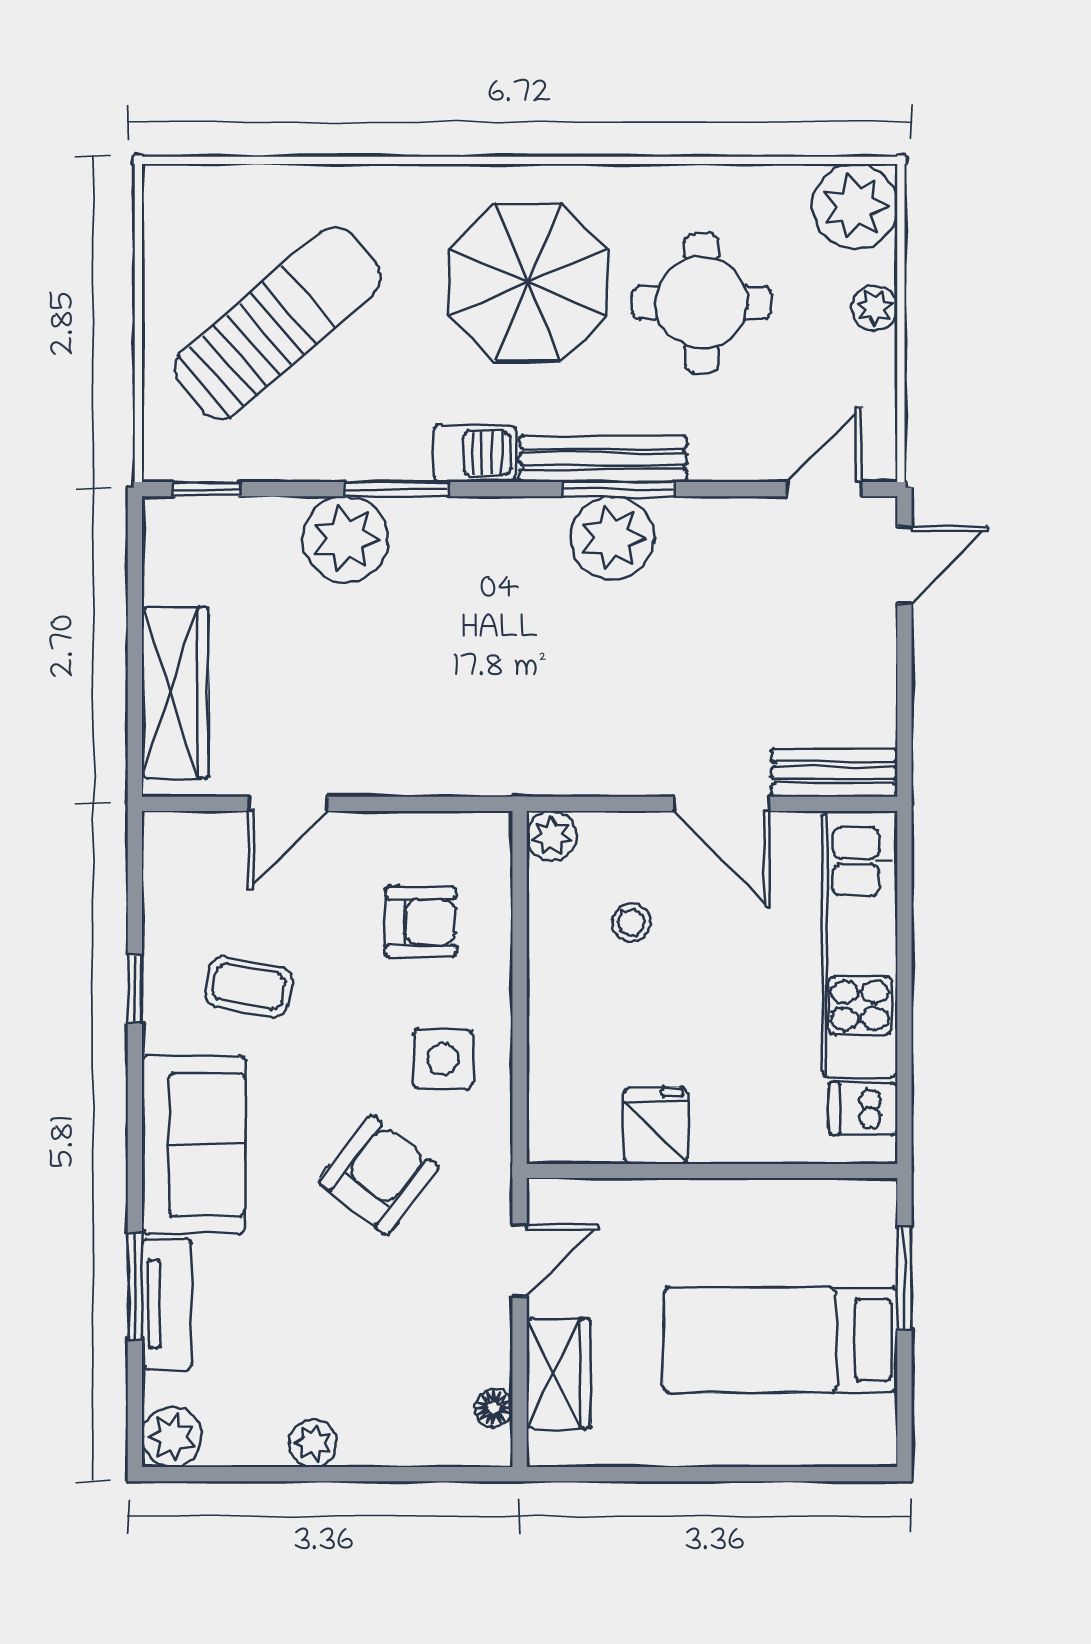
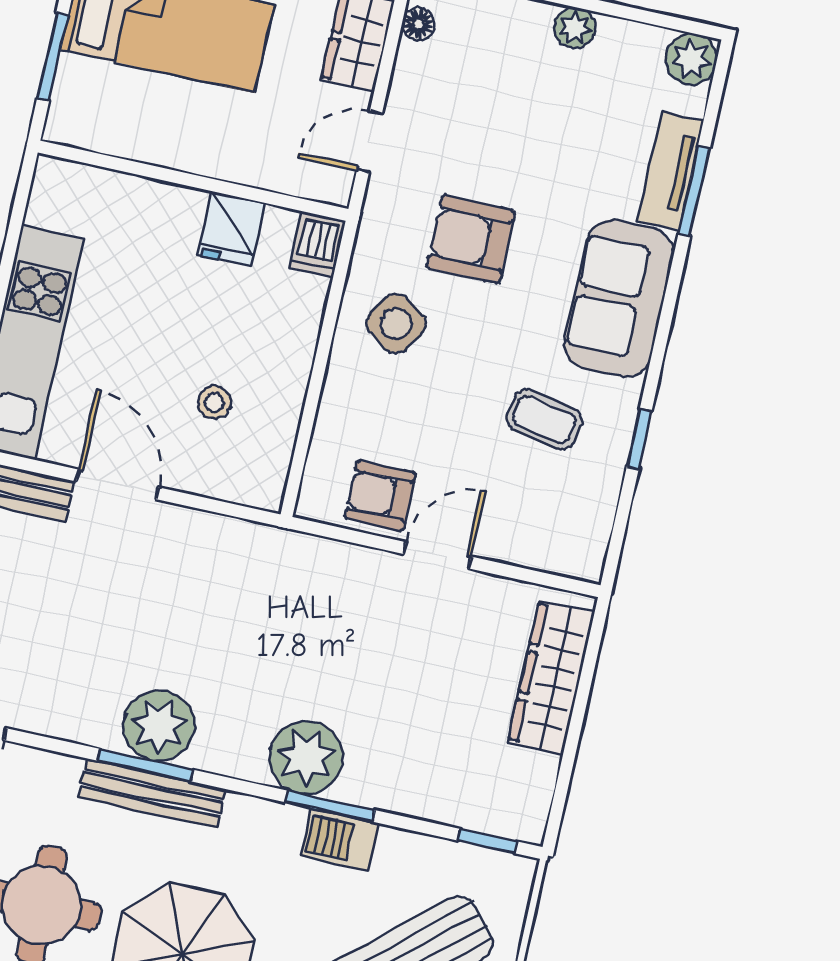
barbecue: (475, 453) -> (340, 840), moved
plant: (345, 539) -> (306, 757), moved
door: (288, 804) -> (437, 555), moved
plant: (552, 836) -> (265, 489), removed
armchair: (421, 922) -> (380, 495), moved
side table: (443, 1059) -> (396, 324), turned 34
dishwasher: (863, 1108) -> (318, 244), moved, turned 90
armchair: (379, 1175) -> (471, 239), turned 52

